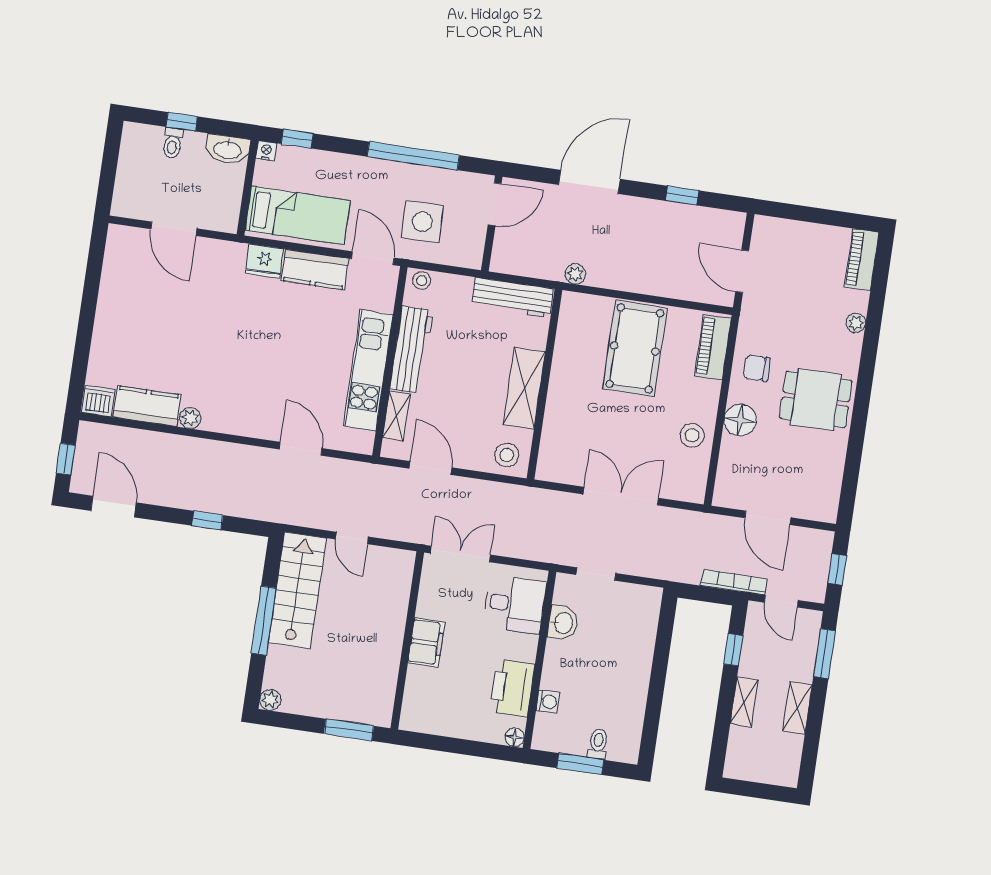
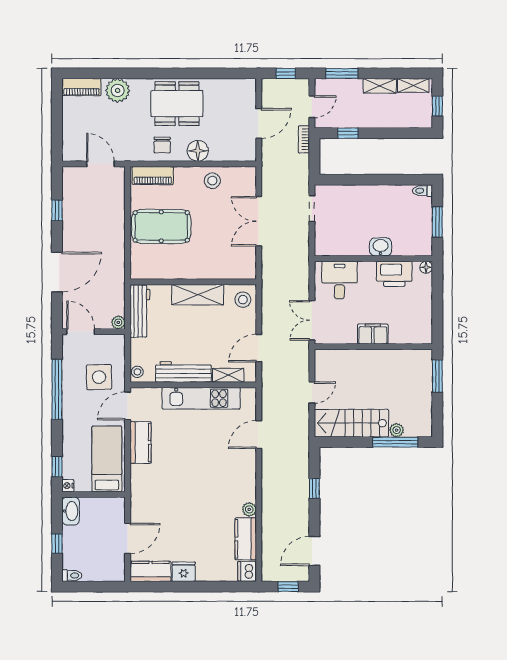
toilet: (173, 143) -> (72, 576), moved
door: (589, 182) -> (57, 272), swing flipped
kitchen counter: (119, 256) -> (150, 571), added
fridge: (264, 261) -> (184, 572), moved, turned -90
door: (742, 271) -> (101, 164), swing flipped
plant: (575, 274) -> (118, 322), moved
plant: (856, 323) -> (118, 90), width x1.88, depth x1.88
dining table: (816, 399) -> (177, 104), width x1.38
doorway: (596, 574) -> (312, 209), moved
bookcase: (734, 582) -> (304, 139), width x0.64
window: (264, 621) -> (395, 442), moved
washbasin: (563, 623) -> (381, 247), moved
plant: (270, 700) -> (397, 430), moved
washing machine: (548, 702) -> (400, 249), removed
shelving: (744, 702) -> (413, 85), moved
toilet: (598, 744) -> (422, 191), moved
window: (754, 790) -> (437, 106), added

